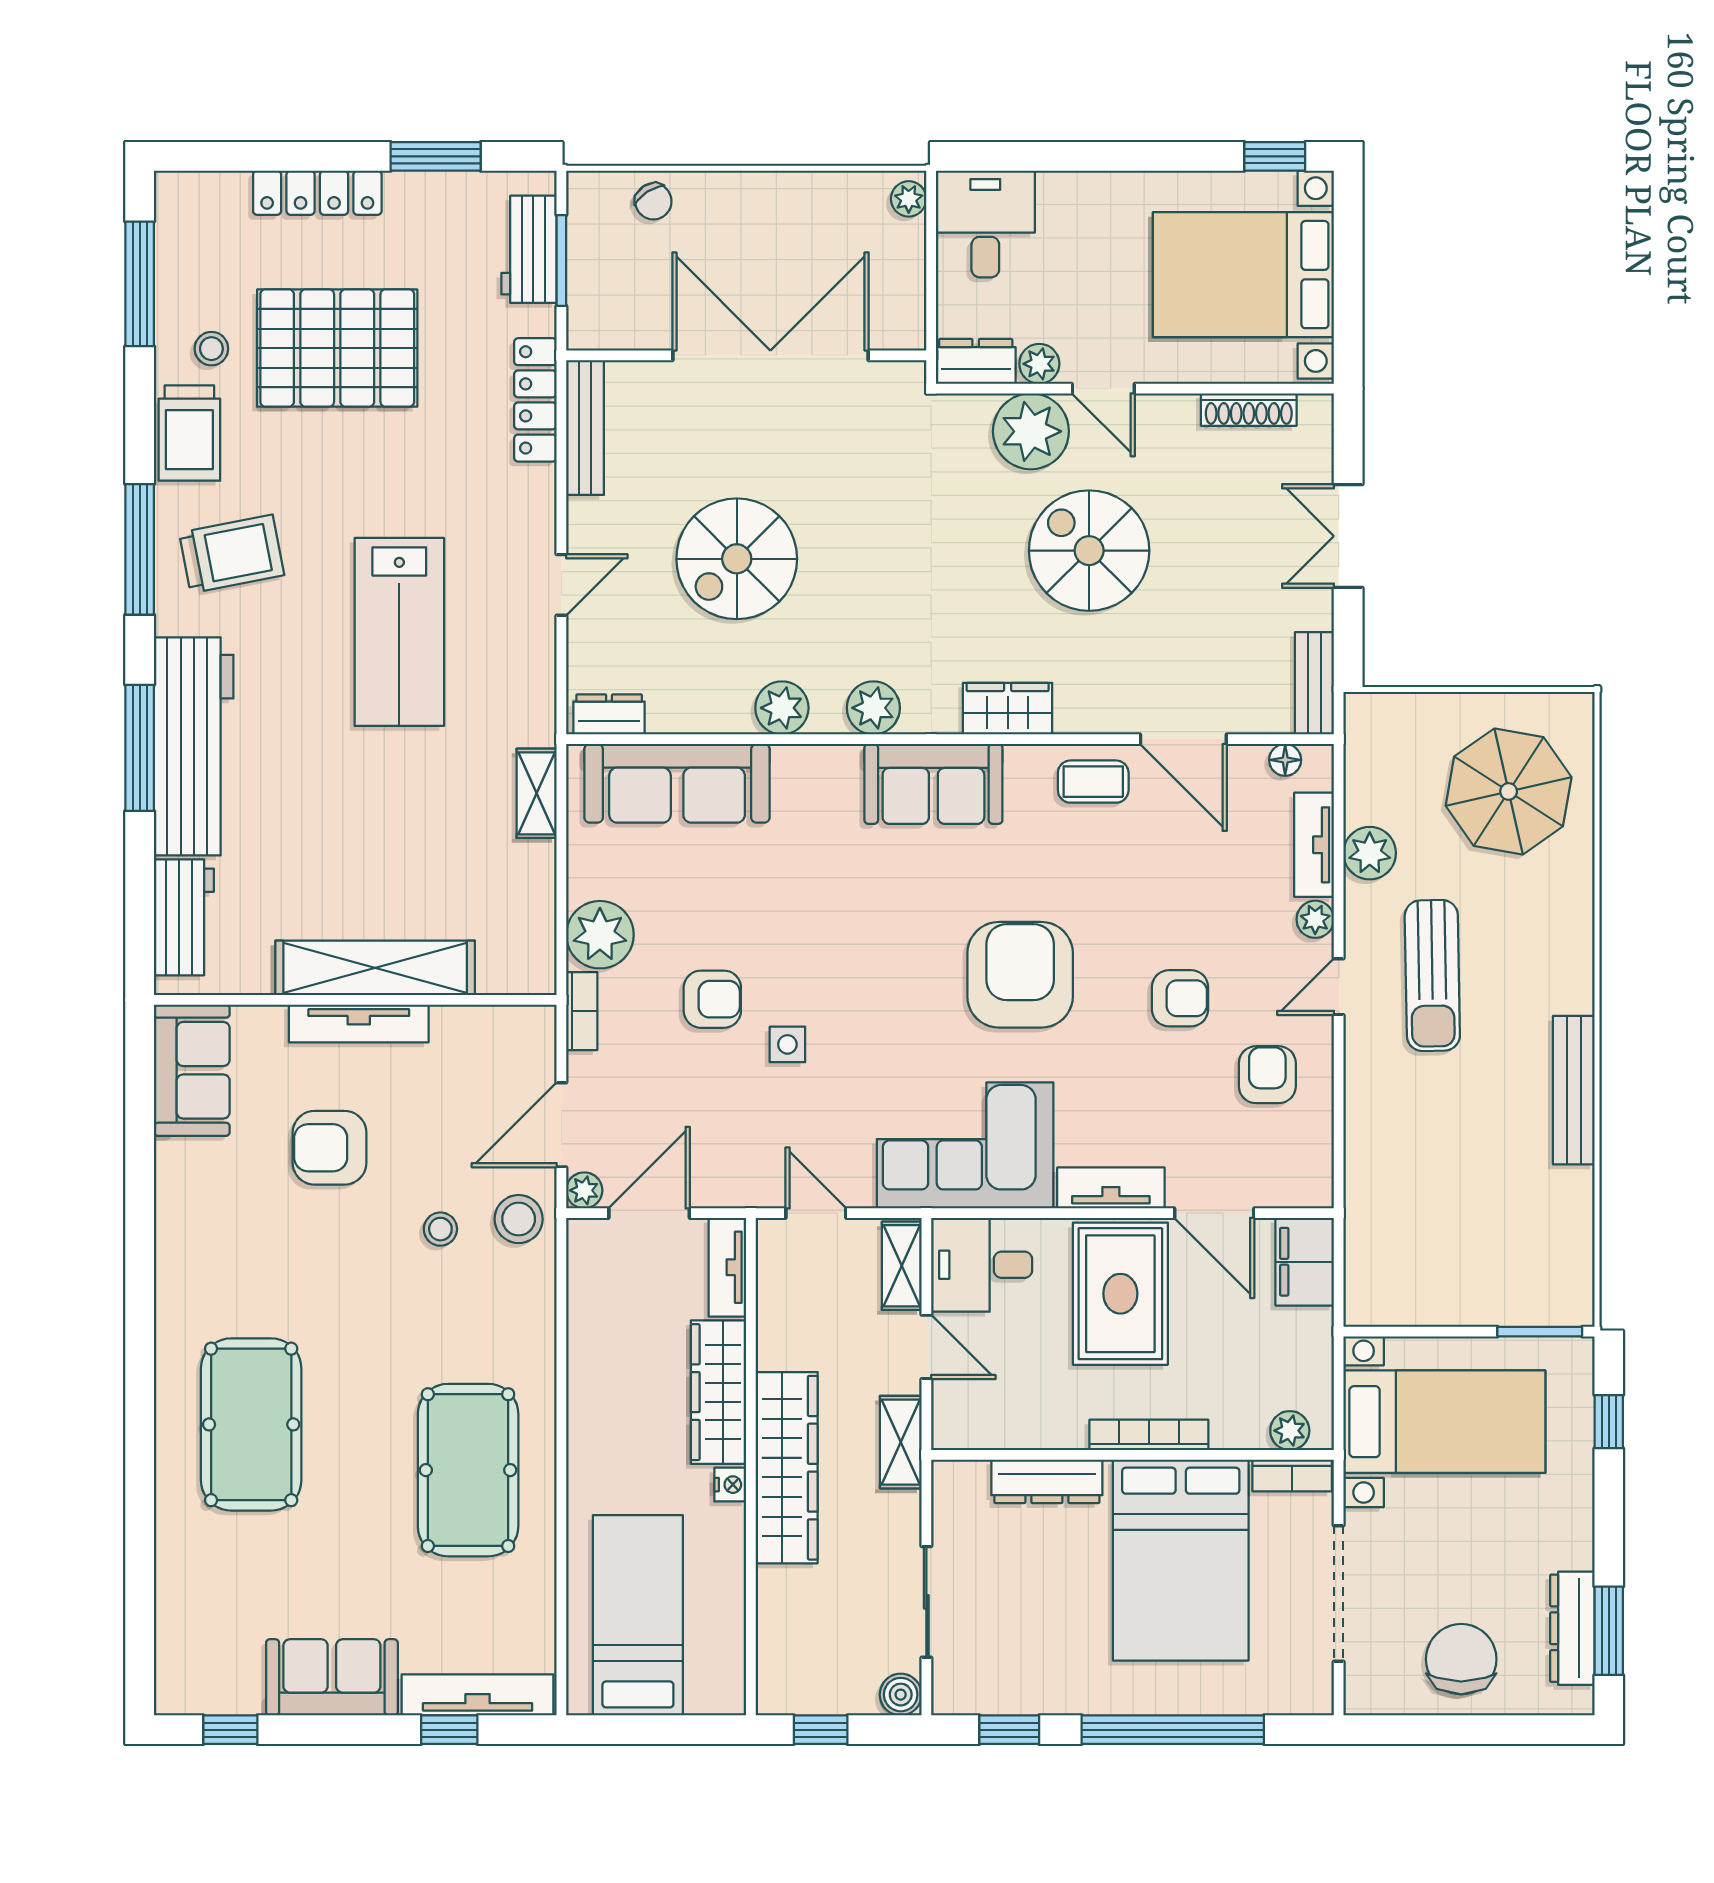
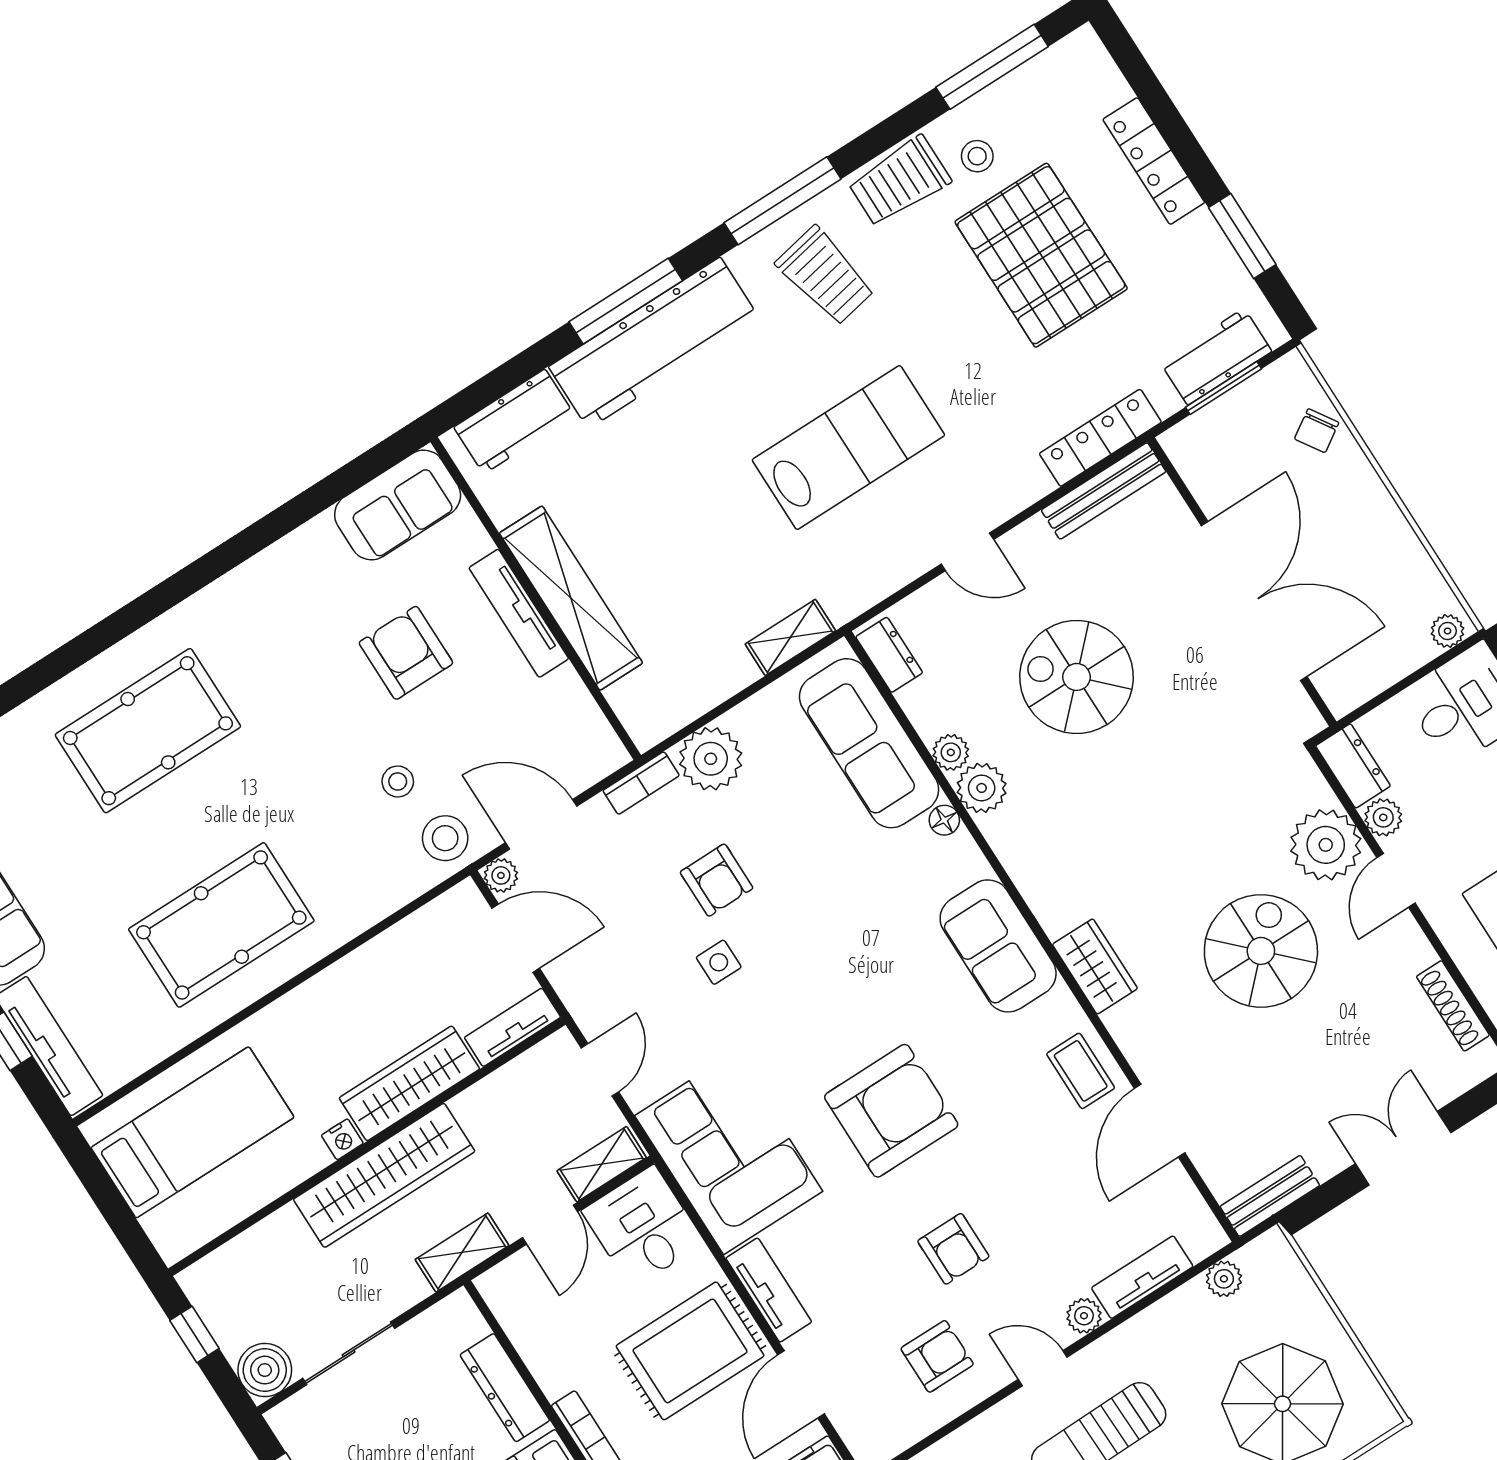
lab bench: (399, 632) -> (848, 448), turned 180
plant: (873, 708) -> (951, 752), moved, width x0.73, depth x0.73
floor lamp: (1285, 760) -> (944, 820), moved
plant: (1370, 853) -> (1224, 1279), moved, width x0.73, depth x0.73
boiler: (901, 1695) -> (265, 1370), width x1.36, depth x1.36

